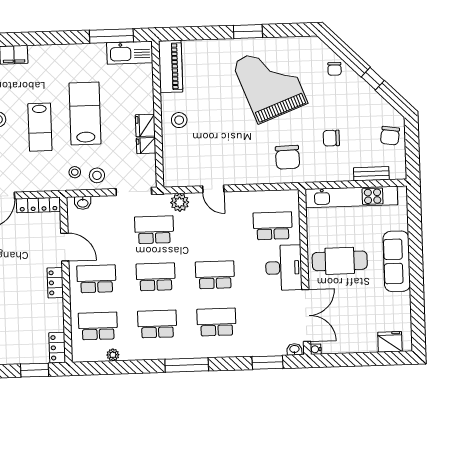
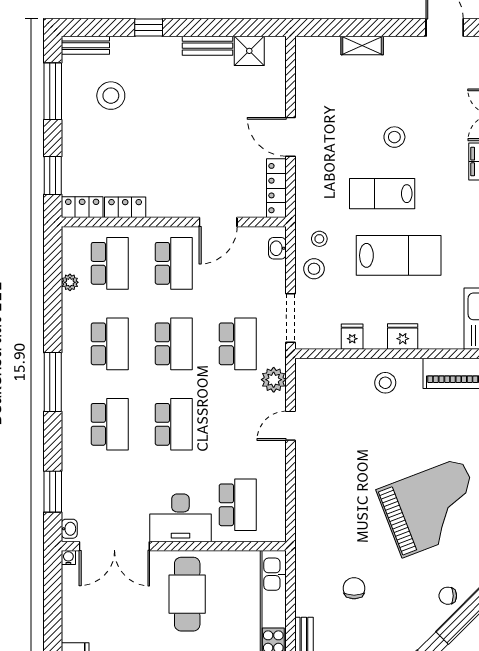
fridge: (145, 125) -> (403, 337), moved
chair: (288, 157) -> (330, 528), removed
locker: (55, 283) -> (125, 207), moved

